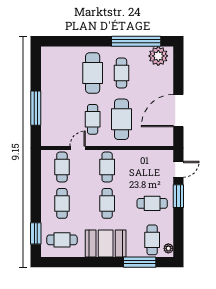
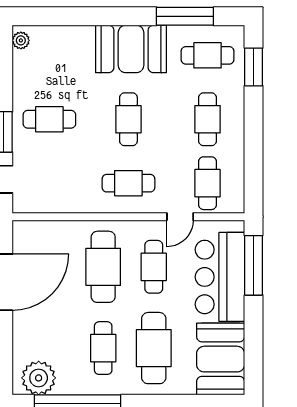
booth: (54, 67) -> (221, 359), added
window: (36, 108) -> (254, 265), moved
bar counter: (55, 114) -> (220, 277), added
cafe table: (107, 167) -> (128, 183), turned 90
cafe table: (152, 240) -> (49, 55), removed
window: (140, 262) -> (185, 16), moved

